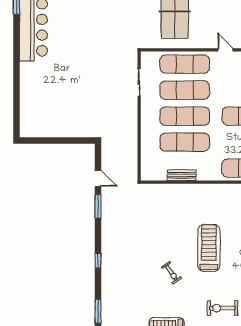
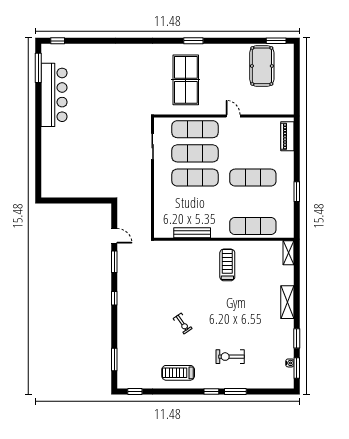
exercise mat: (185, 142) -> (195, 202), removed
bench: (182, 175) -> (192, 233), width x1.36
treadmill: (209, 248) -> (227, 265), moved, width x0.73, depth x0.73
window: (98, 261) -> (114, 298), moved

